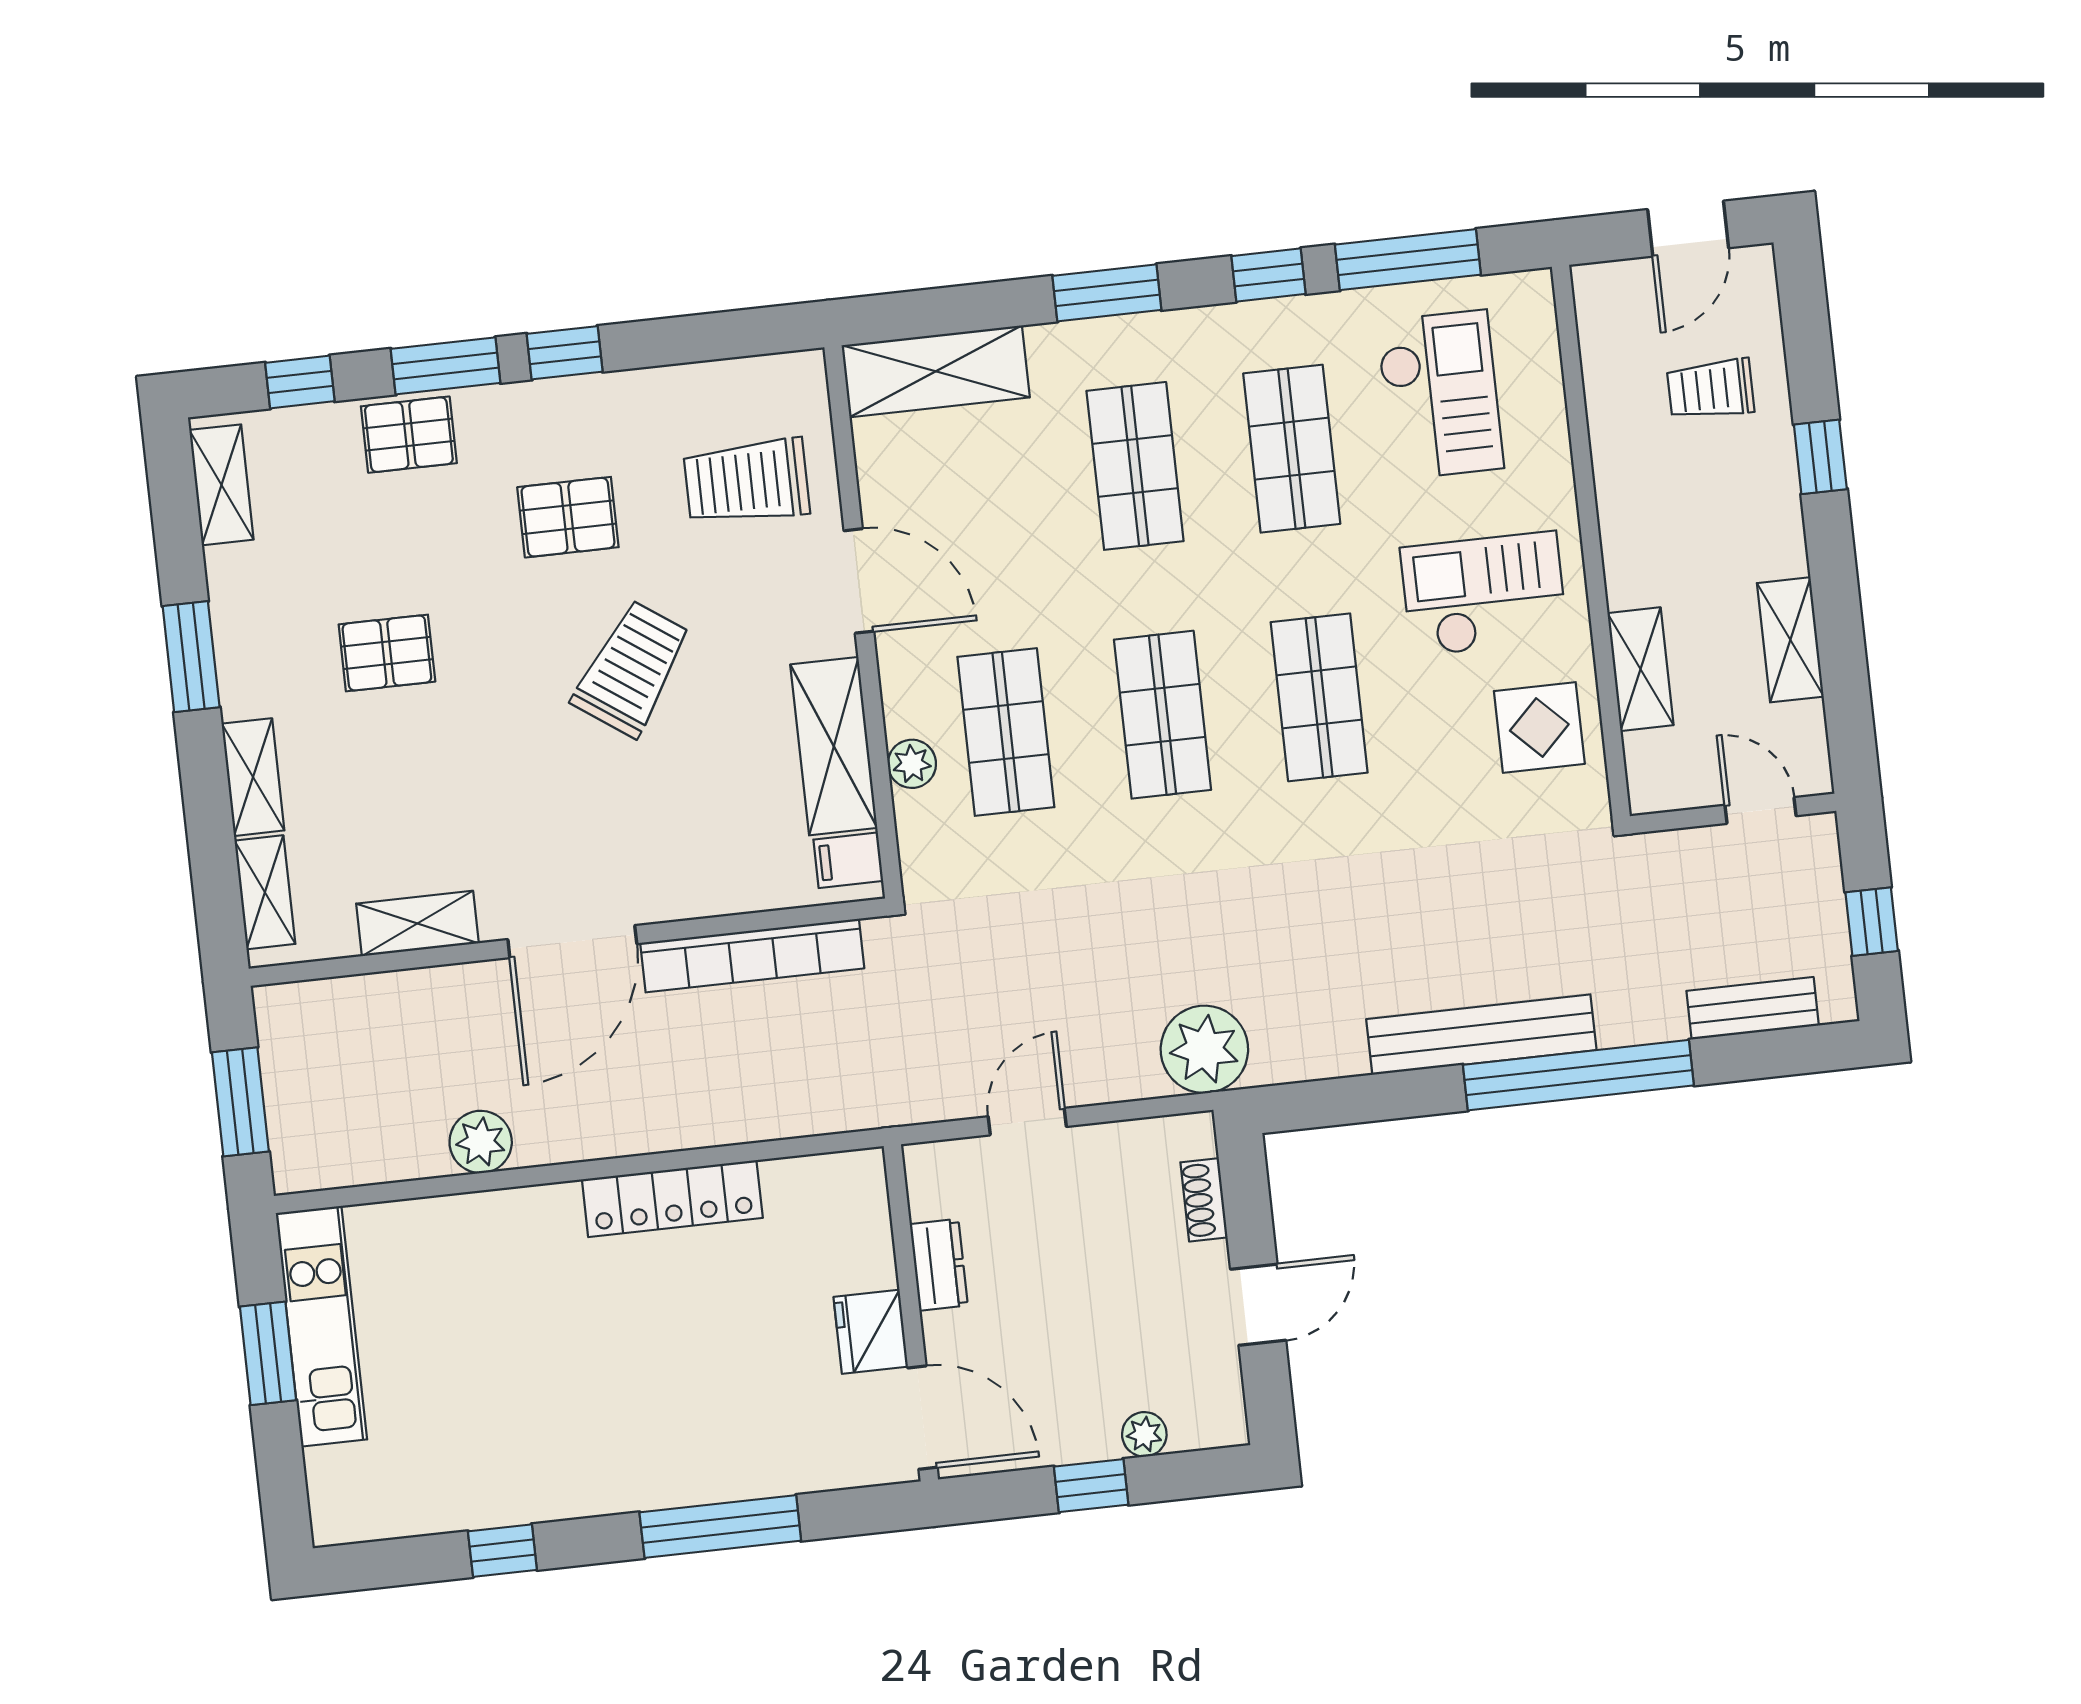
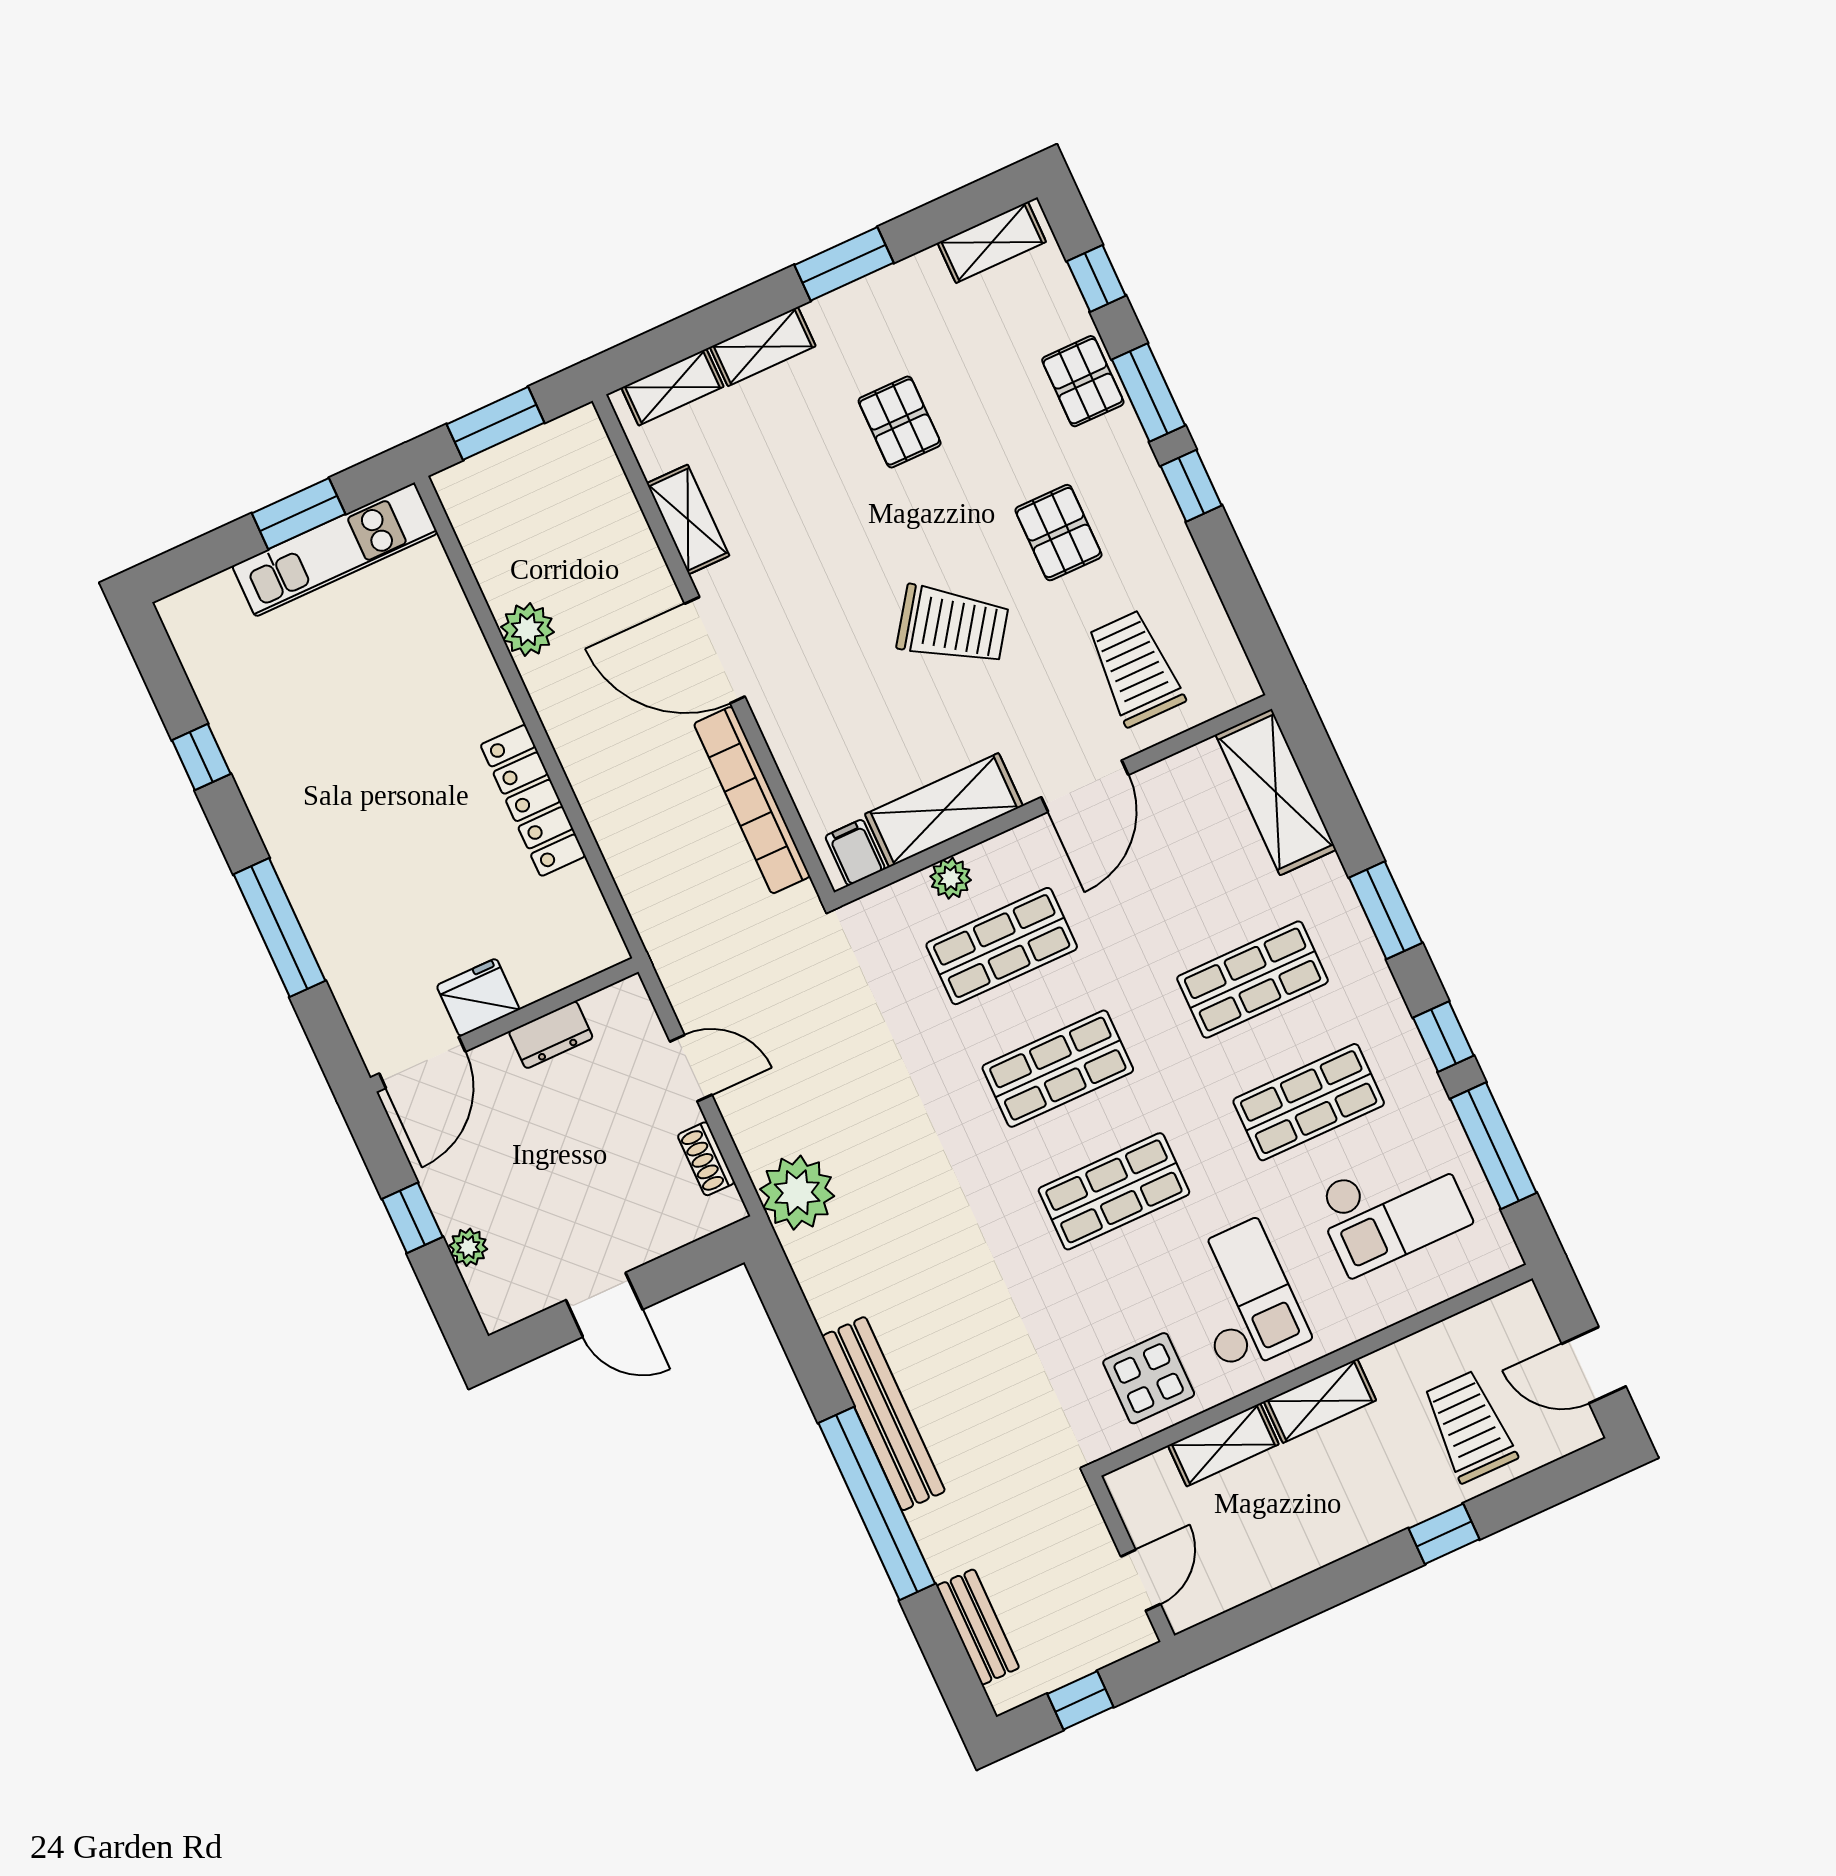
trolley: (1711, 389) -> (1470, 1427), width x1.36, depth x1.39
shelving: (1790, 640) -> (1320, 1401), moved
shoe rack: (1204, 1200) -> (706, 1159), moved, turned -90

